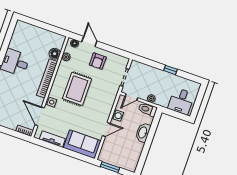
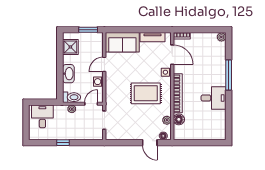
armchair: (98, 61) -> (135, 127), removed
rug: (77, 89) -> (146, 93), turned 90
shower: (132, 157) -> (70, 47), added

